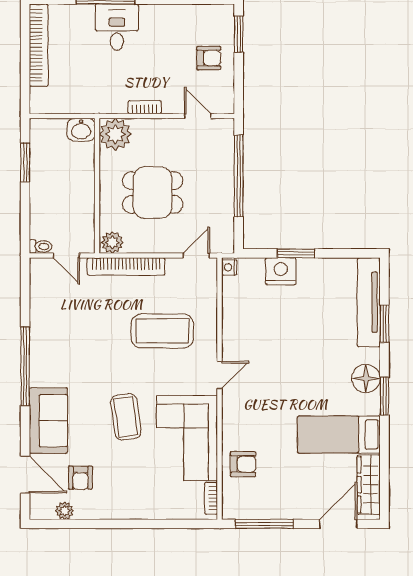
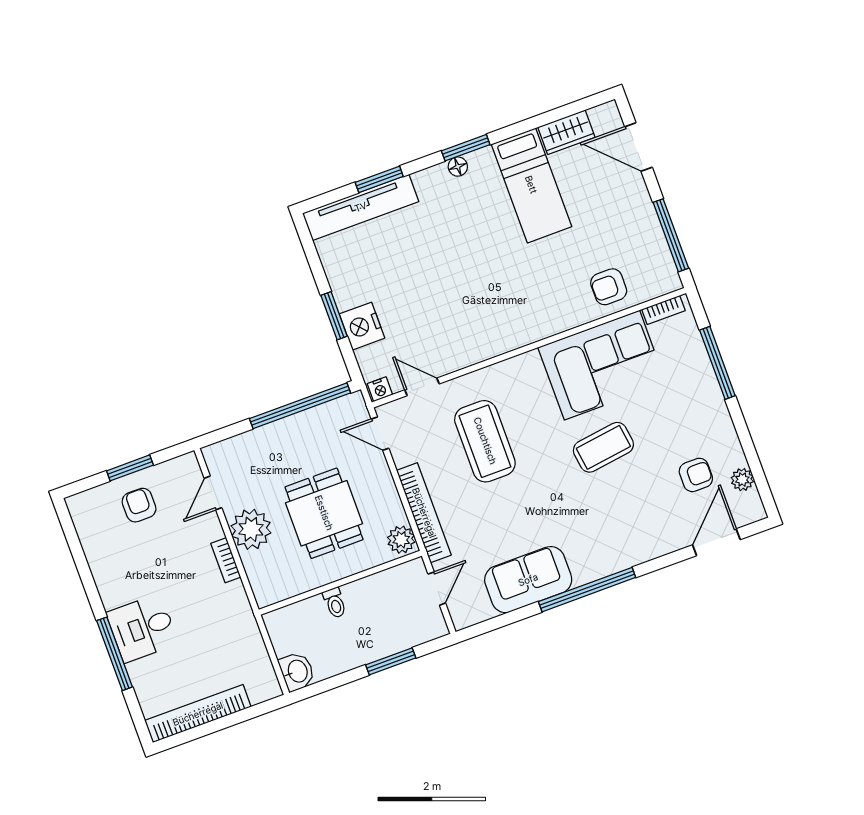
window: (239, 34) -> (130, 468), moved
washbasin: (81, 130) -> (297, 671), moved
plant: (115, 134) -> (251, 529), moved
window: (25, 163) -> (391, 661), moved
window: (239, 176) -> (300, 406), moved
toilet: (41, 246) -> (335, 603), moved, turned 180
door: (220, 375) -> (422, 387), moved
floor lamp: (366, 378) -> (458, 167), width x0.53, depth x0.53
sofa: (48, 421) -> (528, 580), moved
armchair: (243, 464) -> (609, 287), turned -90
wardrobe: (369, 485) -> (566, 132), width x0.67
window: (157, 524) -> (717, 363), added

